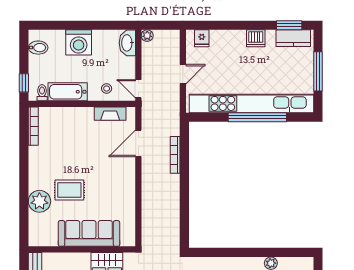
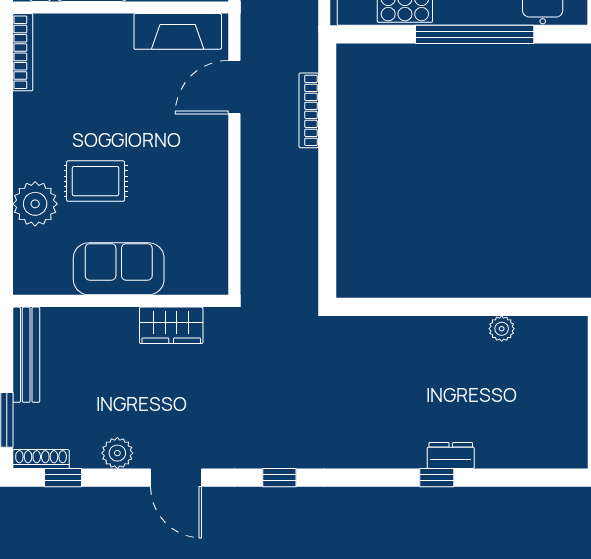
fireplace: (110, 114) -> (178, 31), width x1.37, depth x1.32
sofa: (89, 233) -> (119, 269), width x0.73

